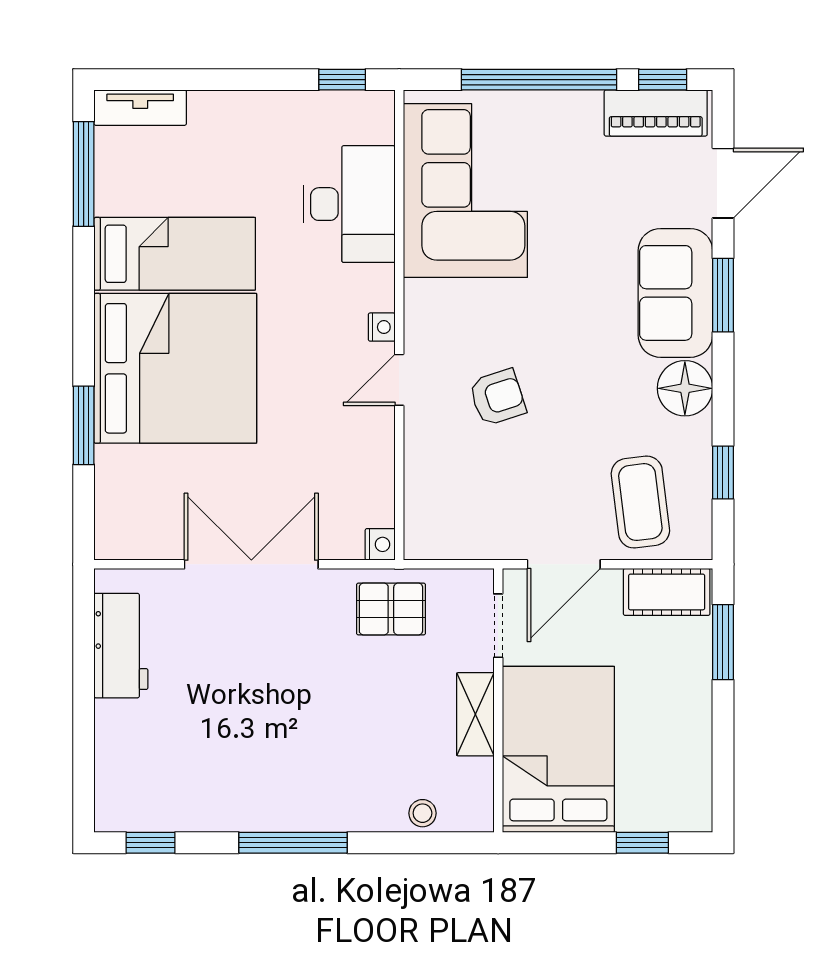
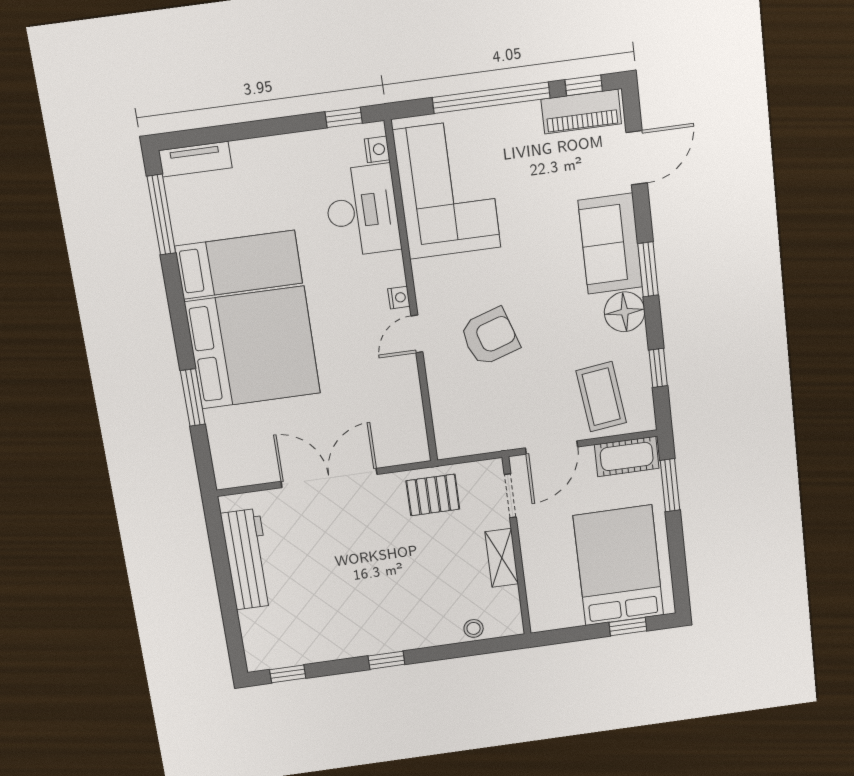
window: (723, 295) -> (648, 269), moved
armchair: (497, 397) -> (490, 337), width x1.38, depth x1.38
nightstand: (380, 544) -> (377, 149), moved
workbench: (121, 646) -> (247, 559), width x1.38
bed: (558, 749) -> (619, 566), moved
window: (293, 843) -> (386, 660), width x0.46

